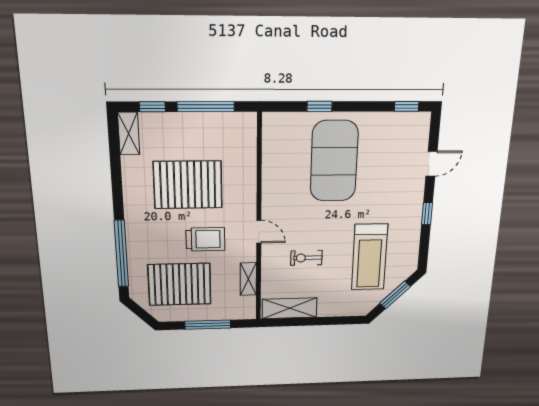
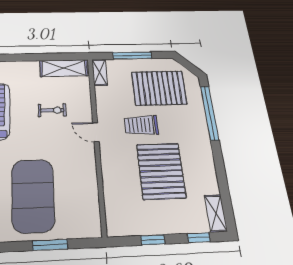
window: (319, 106) -> (50, 245), width x1.50
window: (206, 107) -> (153, 240), width x0.46
pallet: (188, 185) -> (161, 171), turned 90
shelving: (248, 279) -> (100, 72), moved

